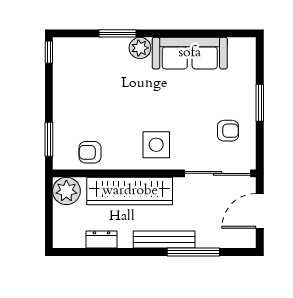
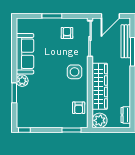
door: (260, 211) -> (110, 16), hinge flipped
dresser: (101, 240) -> (126, 115), moved
bench: (164, 240) -> (126, 41), moved

